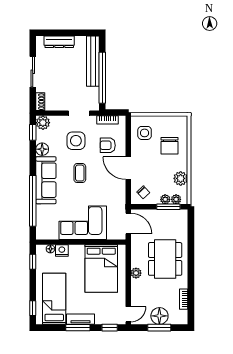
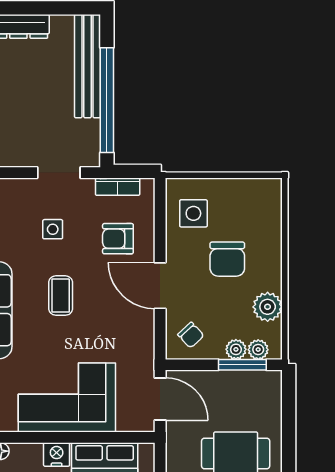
side table: (76, 141) -> (53, 229), width x0.54, depth x0.54
chair: (170, 146) -> (227, 259), moved
nightstand: (62, 250) -> (57, 454), moved

